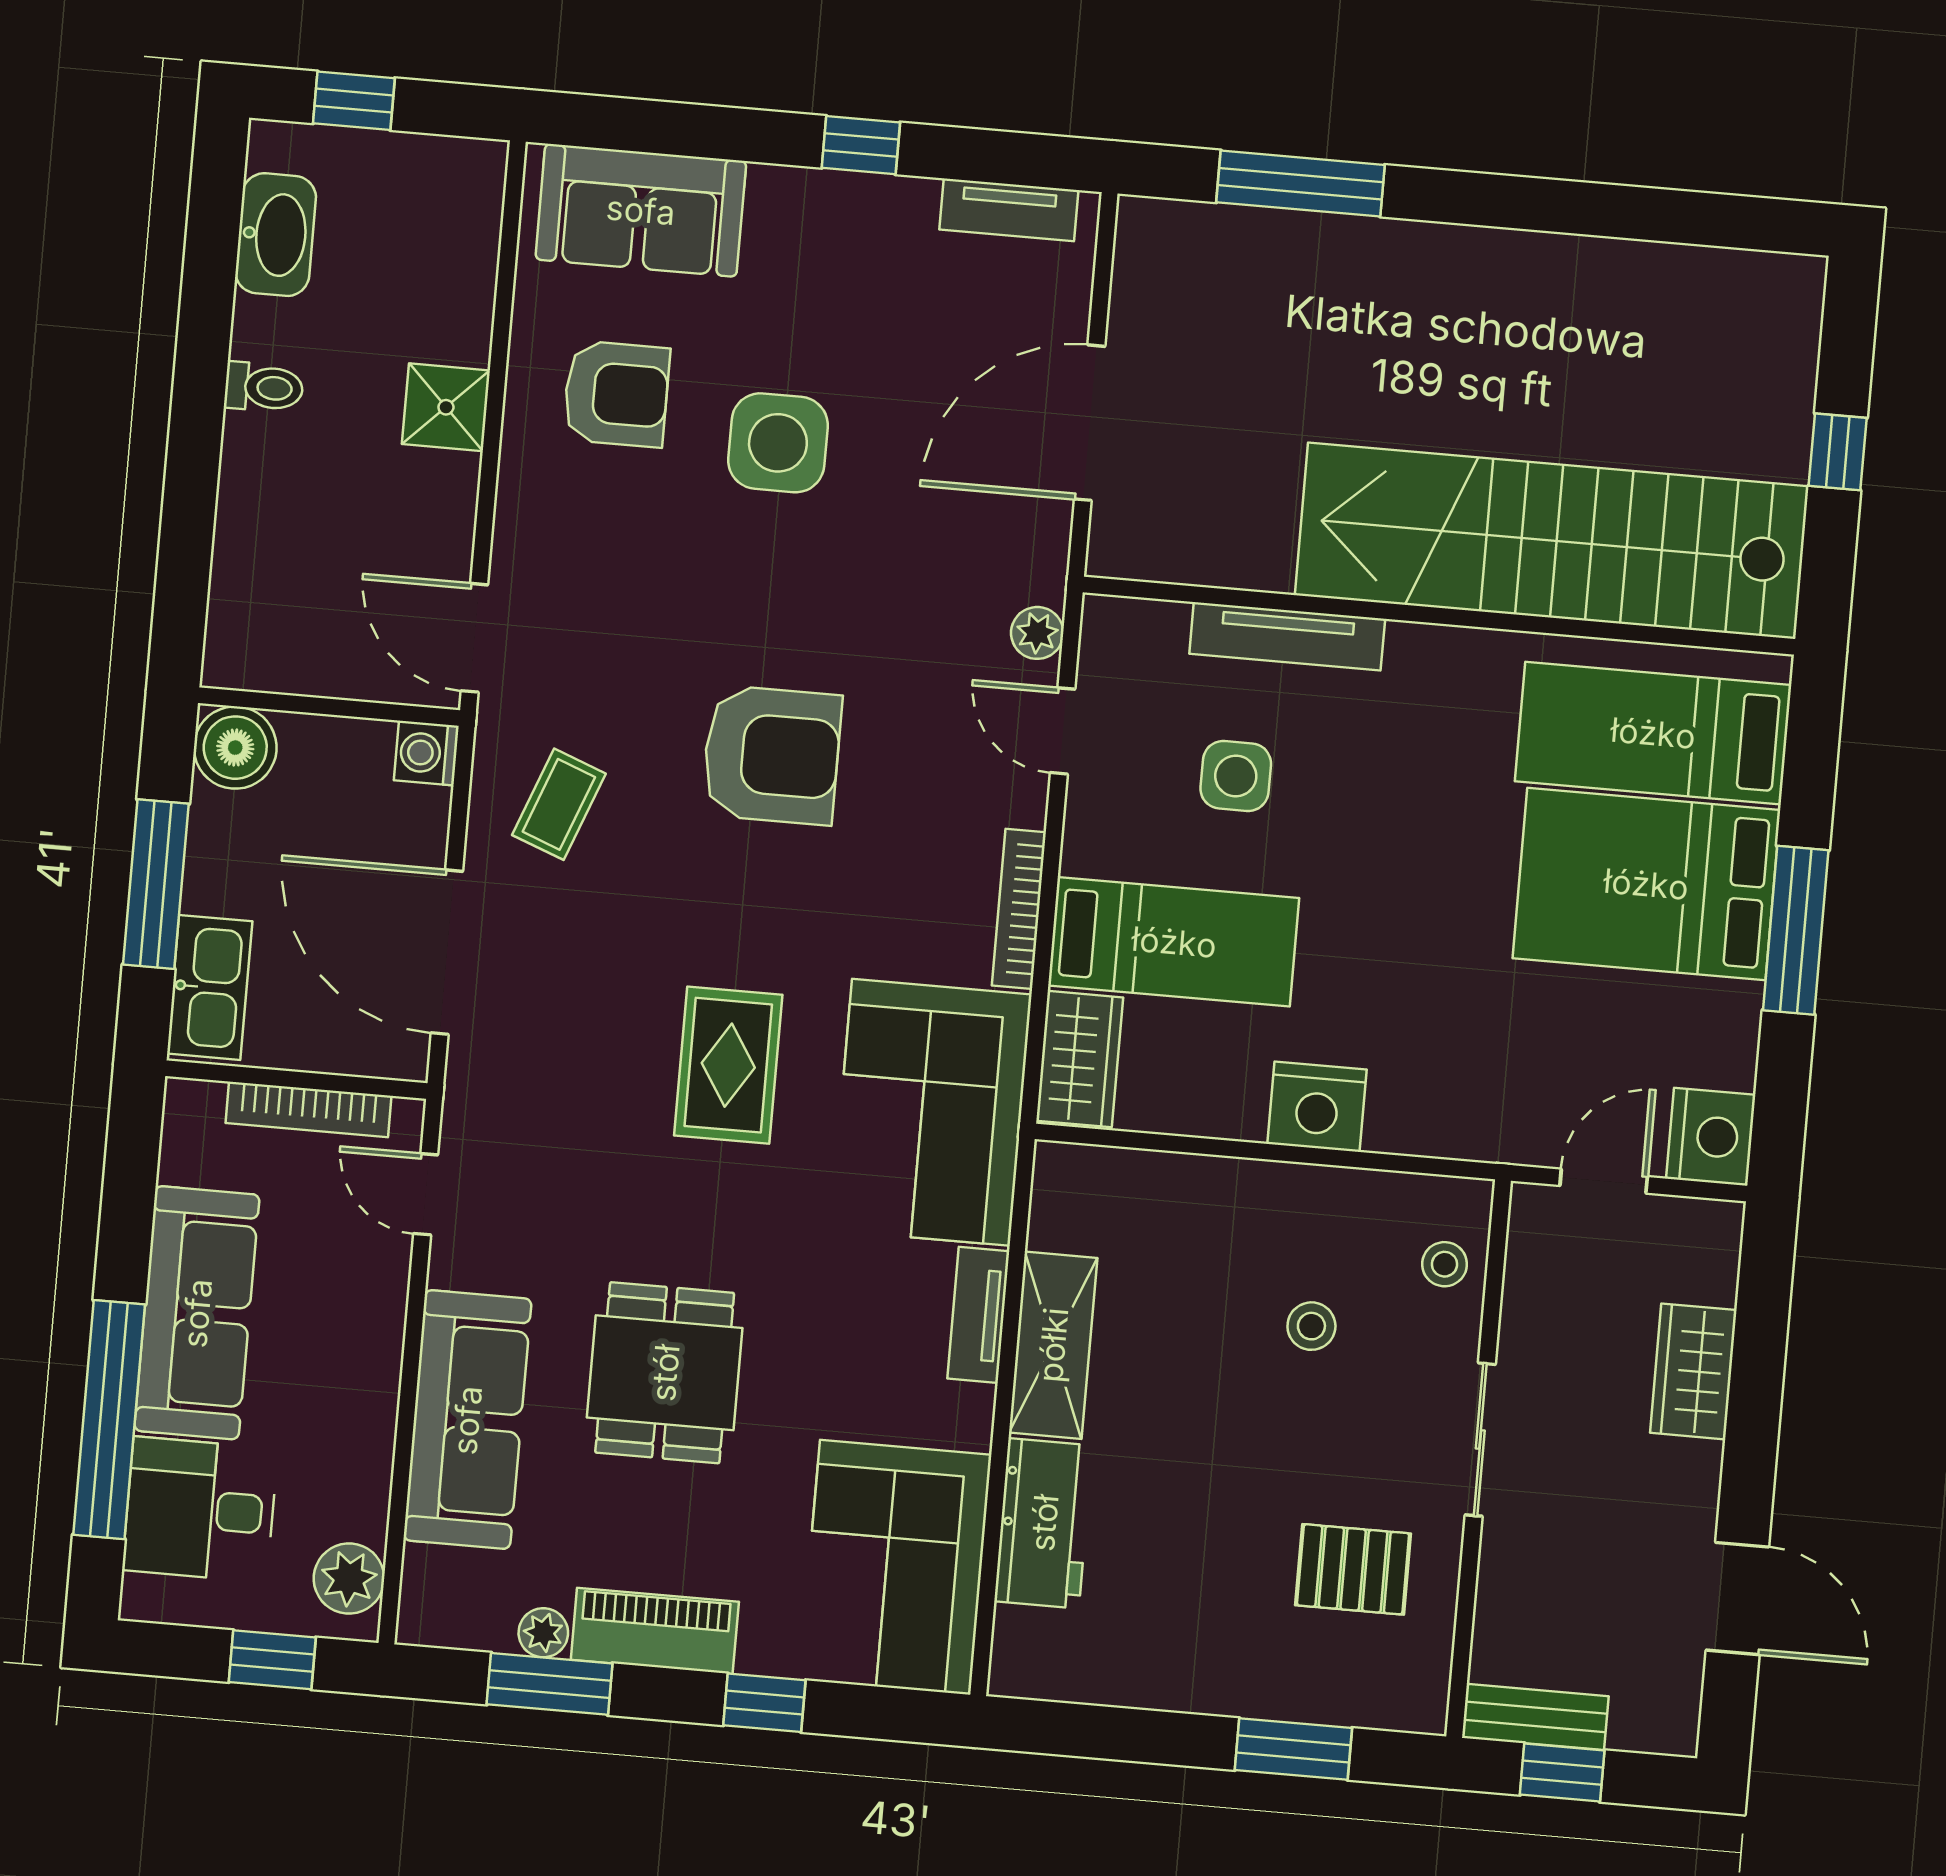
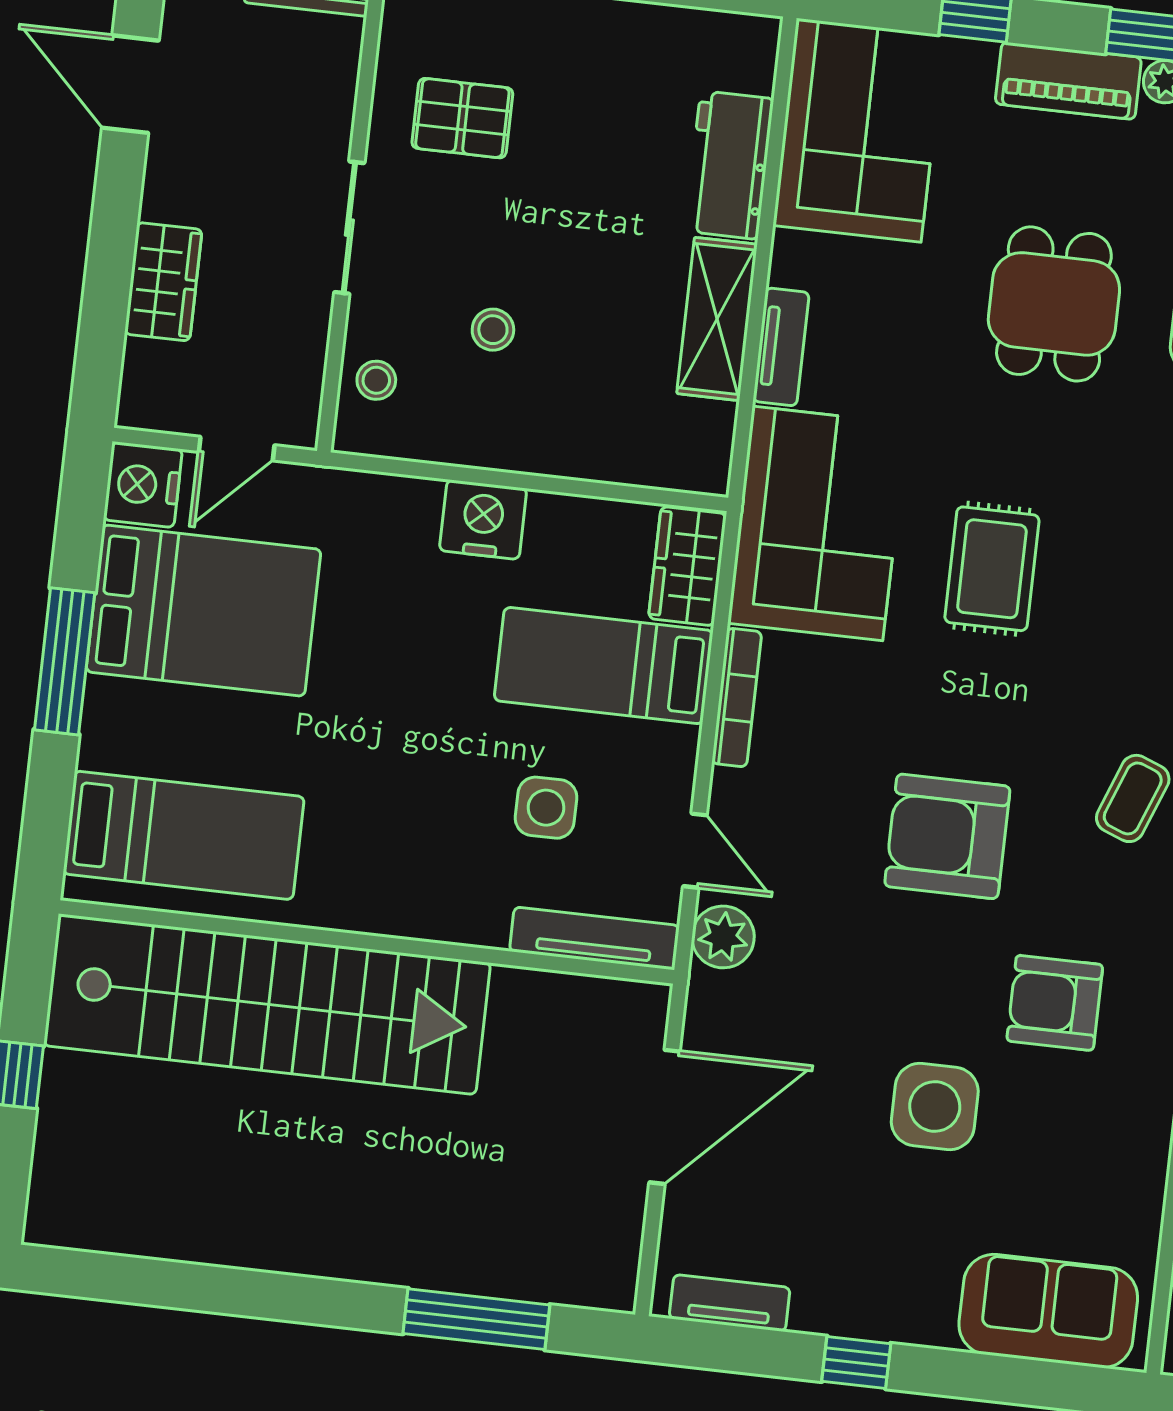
armchair: (616, 394) -> (1055, 1003), moved
plant: (1037, 633) -> (723, 937), width x1.38, depth x1.38
tv unit: (1287, 636) -> (594, 938), moved
bed: (1646, 884) -> (204, 611), moved

